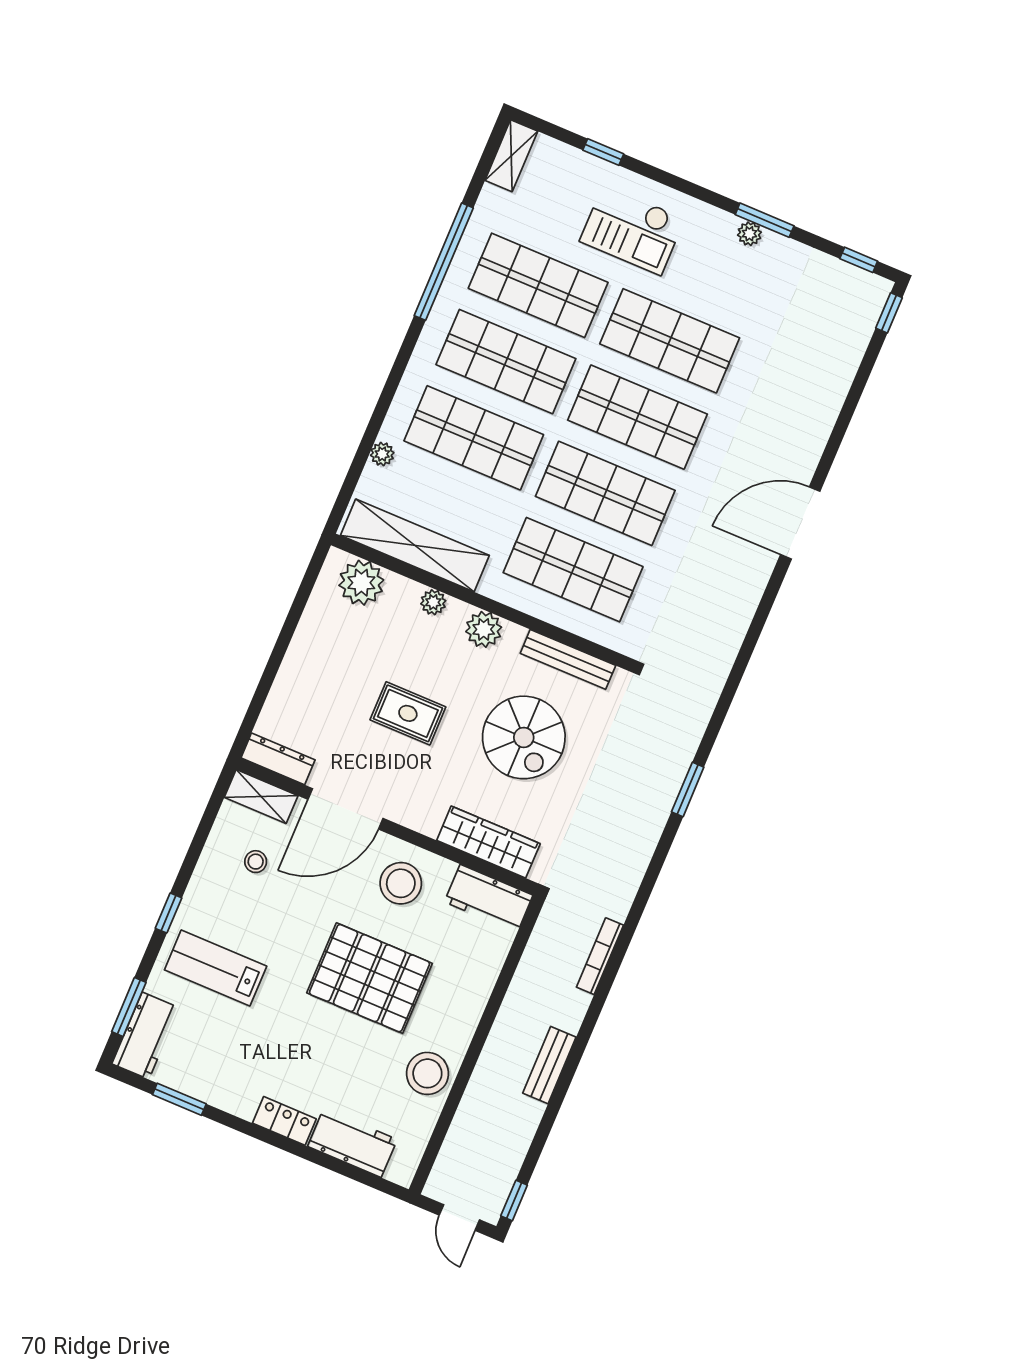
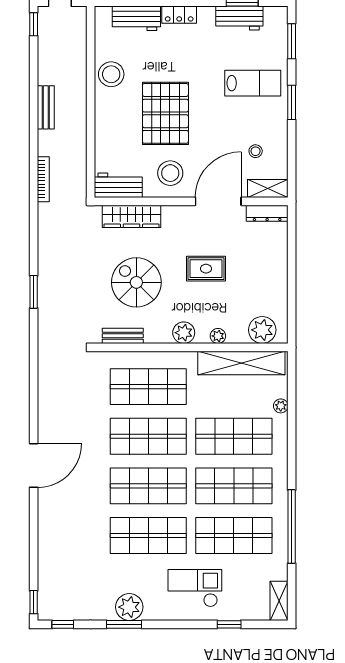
plant: (749, 234) -> (129, 607), width x1.88, depth x1.88
bench: (568, 659) -> (123, 336), width x0.73
window: (168, 913) -> (292, 102), width x1.50
pallet: (370, 978) -> (165, 113), turned 90
workbench: (145, 1036) -> (239, 18), moved, turned -90

